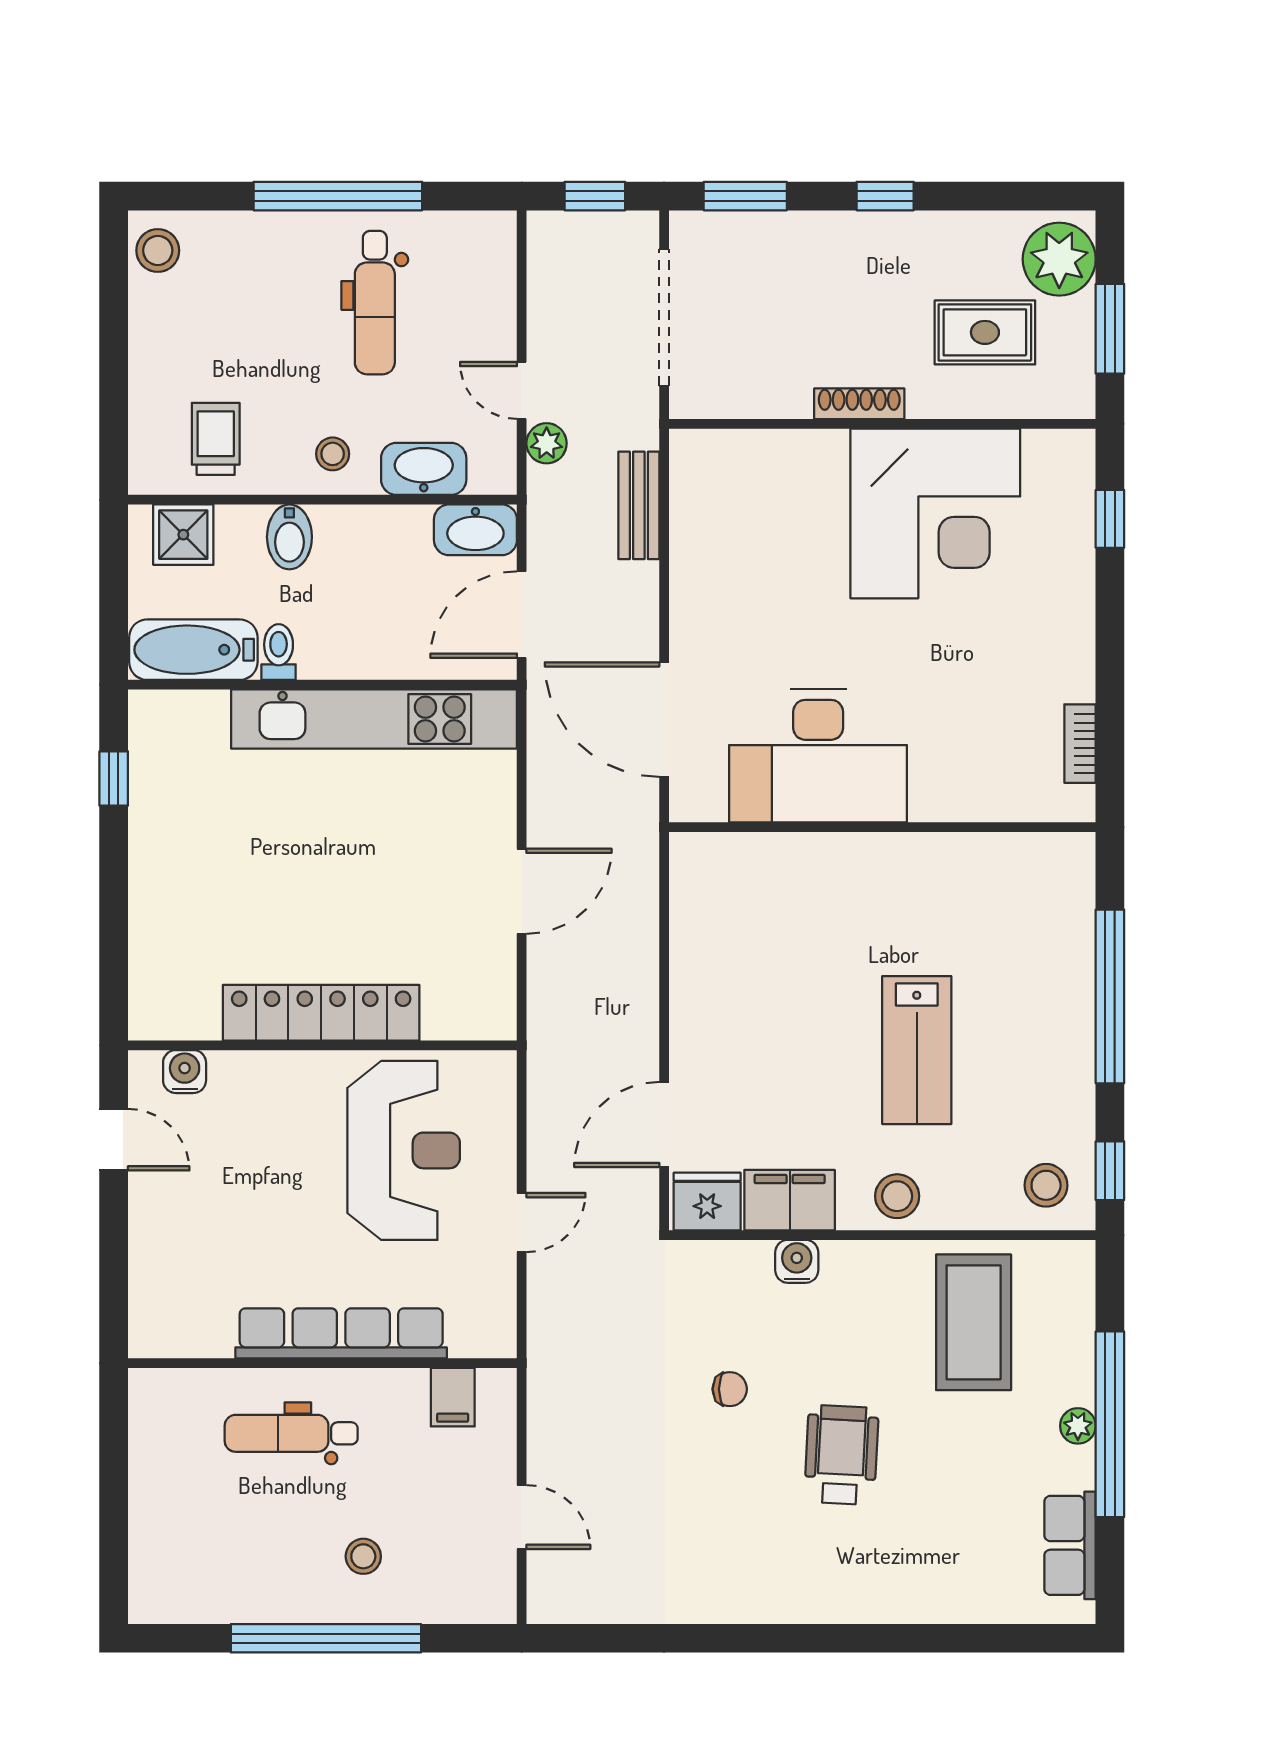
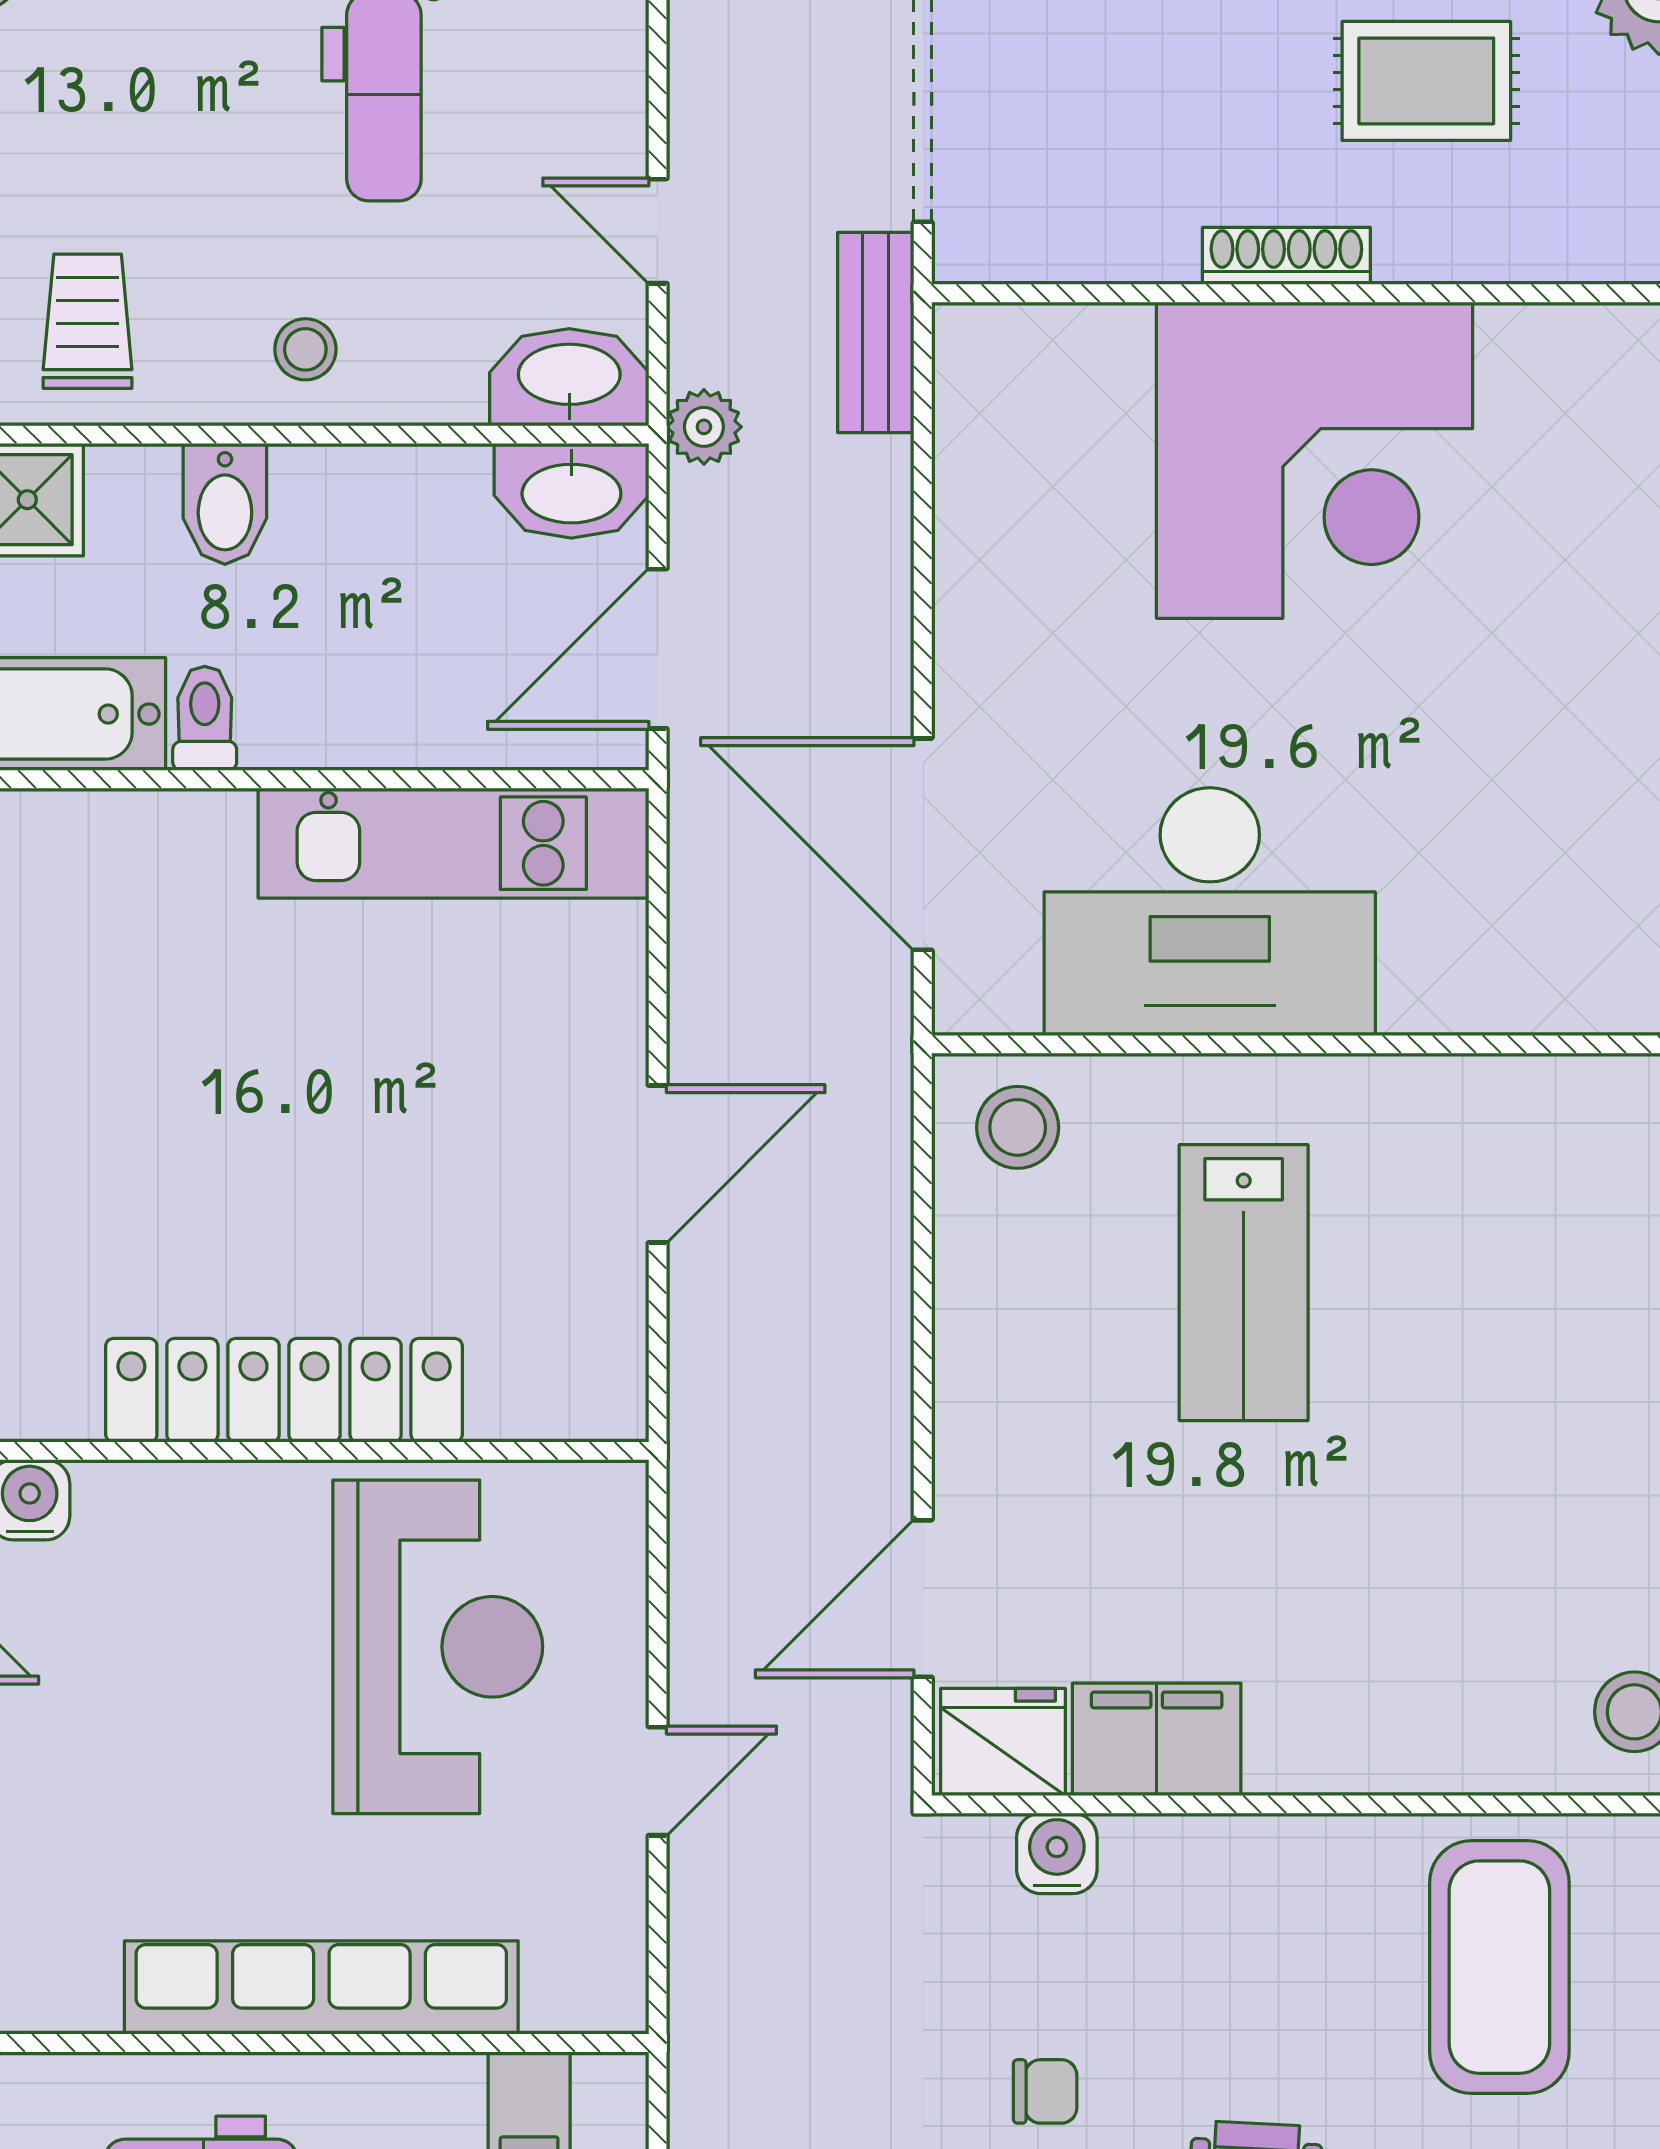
rug: (985, 332) -> (1426, 81), moved
plant: (547, 443) -> (704, 427), moved
washbasin: (424, 469) -> (569, 377), moved
bench: (639, 505) -> (876, 333), moved
corner desk: (935, 513) -> (1315, 460), moved
kitchen unit: (374, 719) -> (453, 843), width x0.73
lab bench: (917, 1050) -> (1244, 1283), moved
stool: (897, 1196) -> (1018, 1127), moved
water cooler: (797, 1261) -> (1057, 1853), moved

